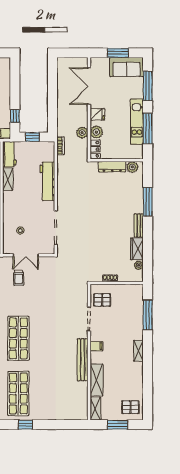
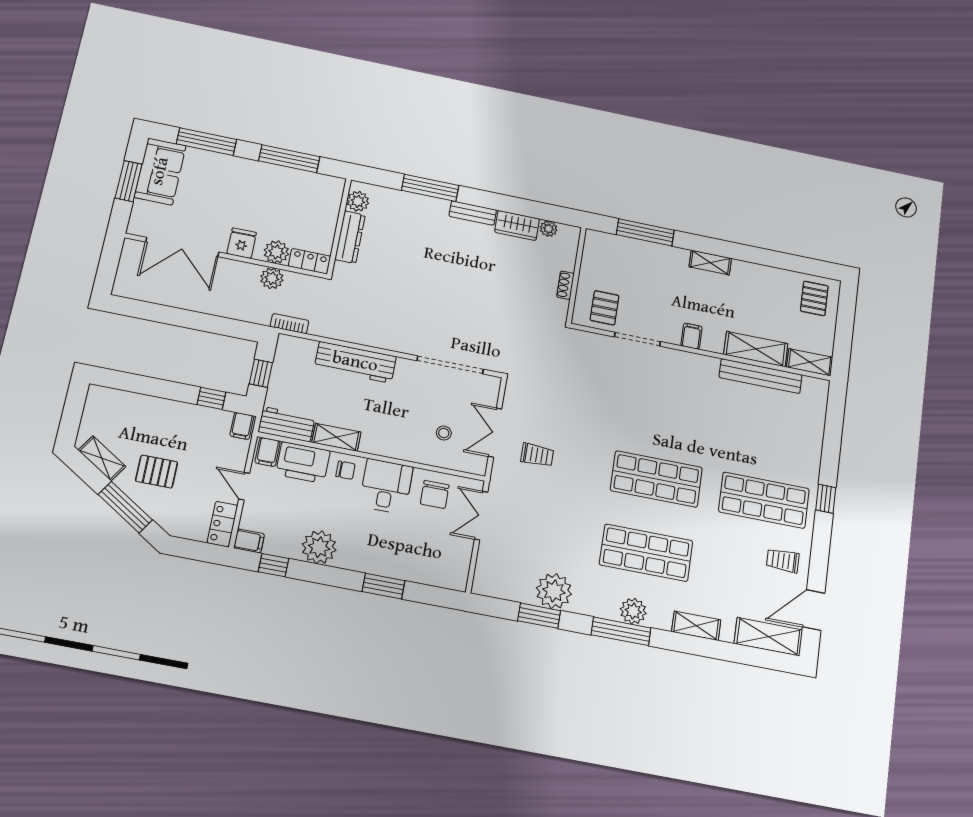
kitchen unit: (137, 122) -> (272, 175), removed
double door: (26, 255) -> (495, 433), swing flipped
bench: (83, 360) -> (761, 376), moved
window: (118, 425) -> (844, 328), removed

